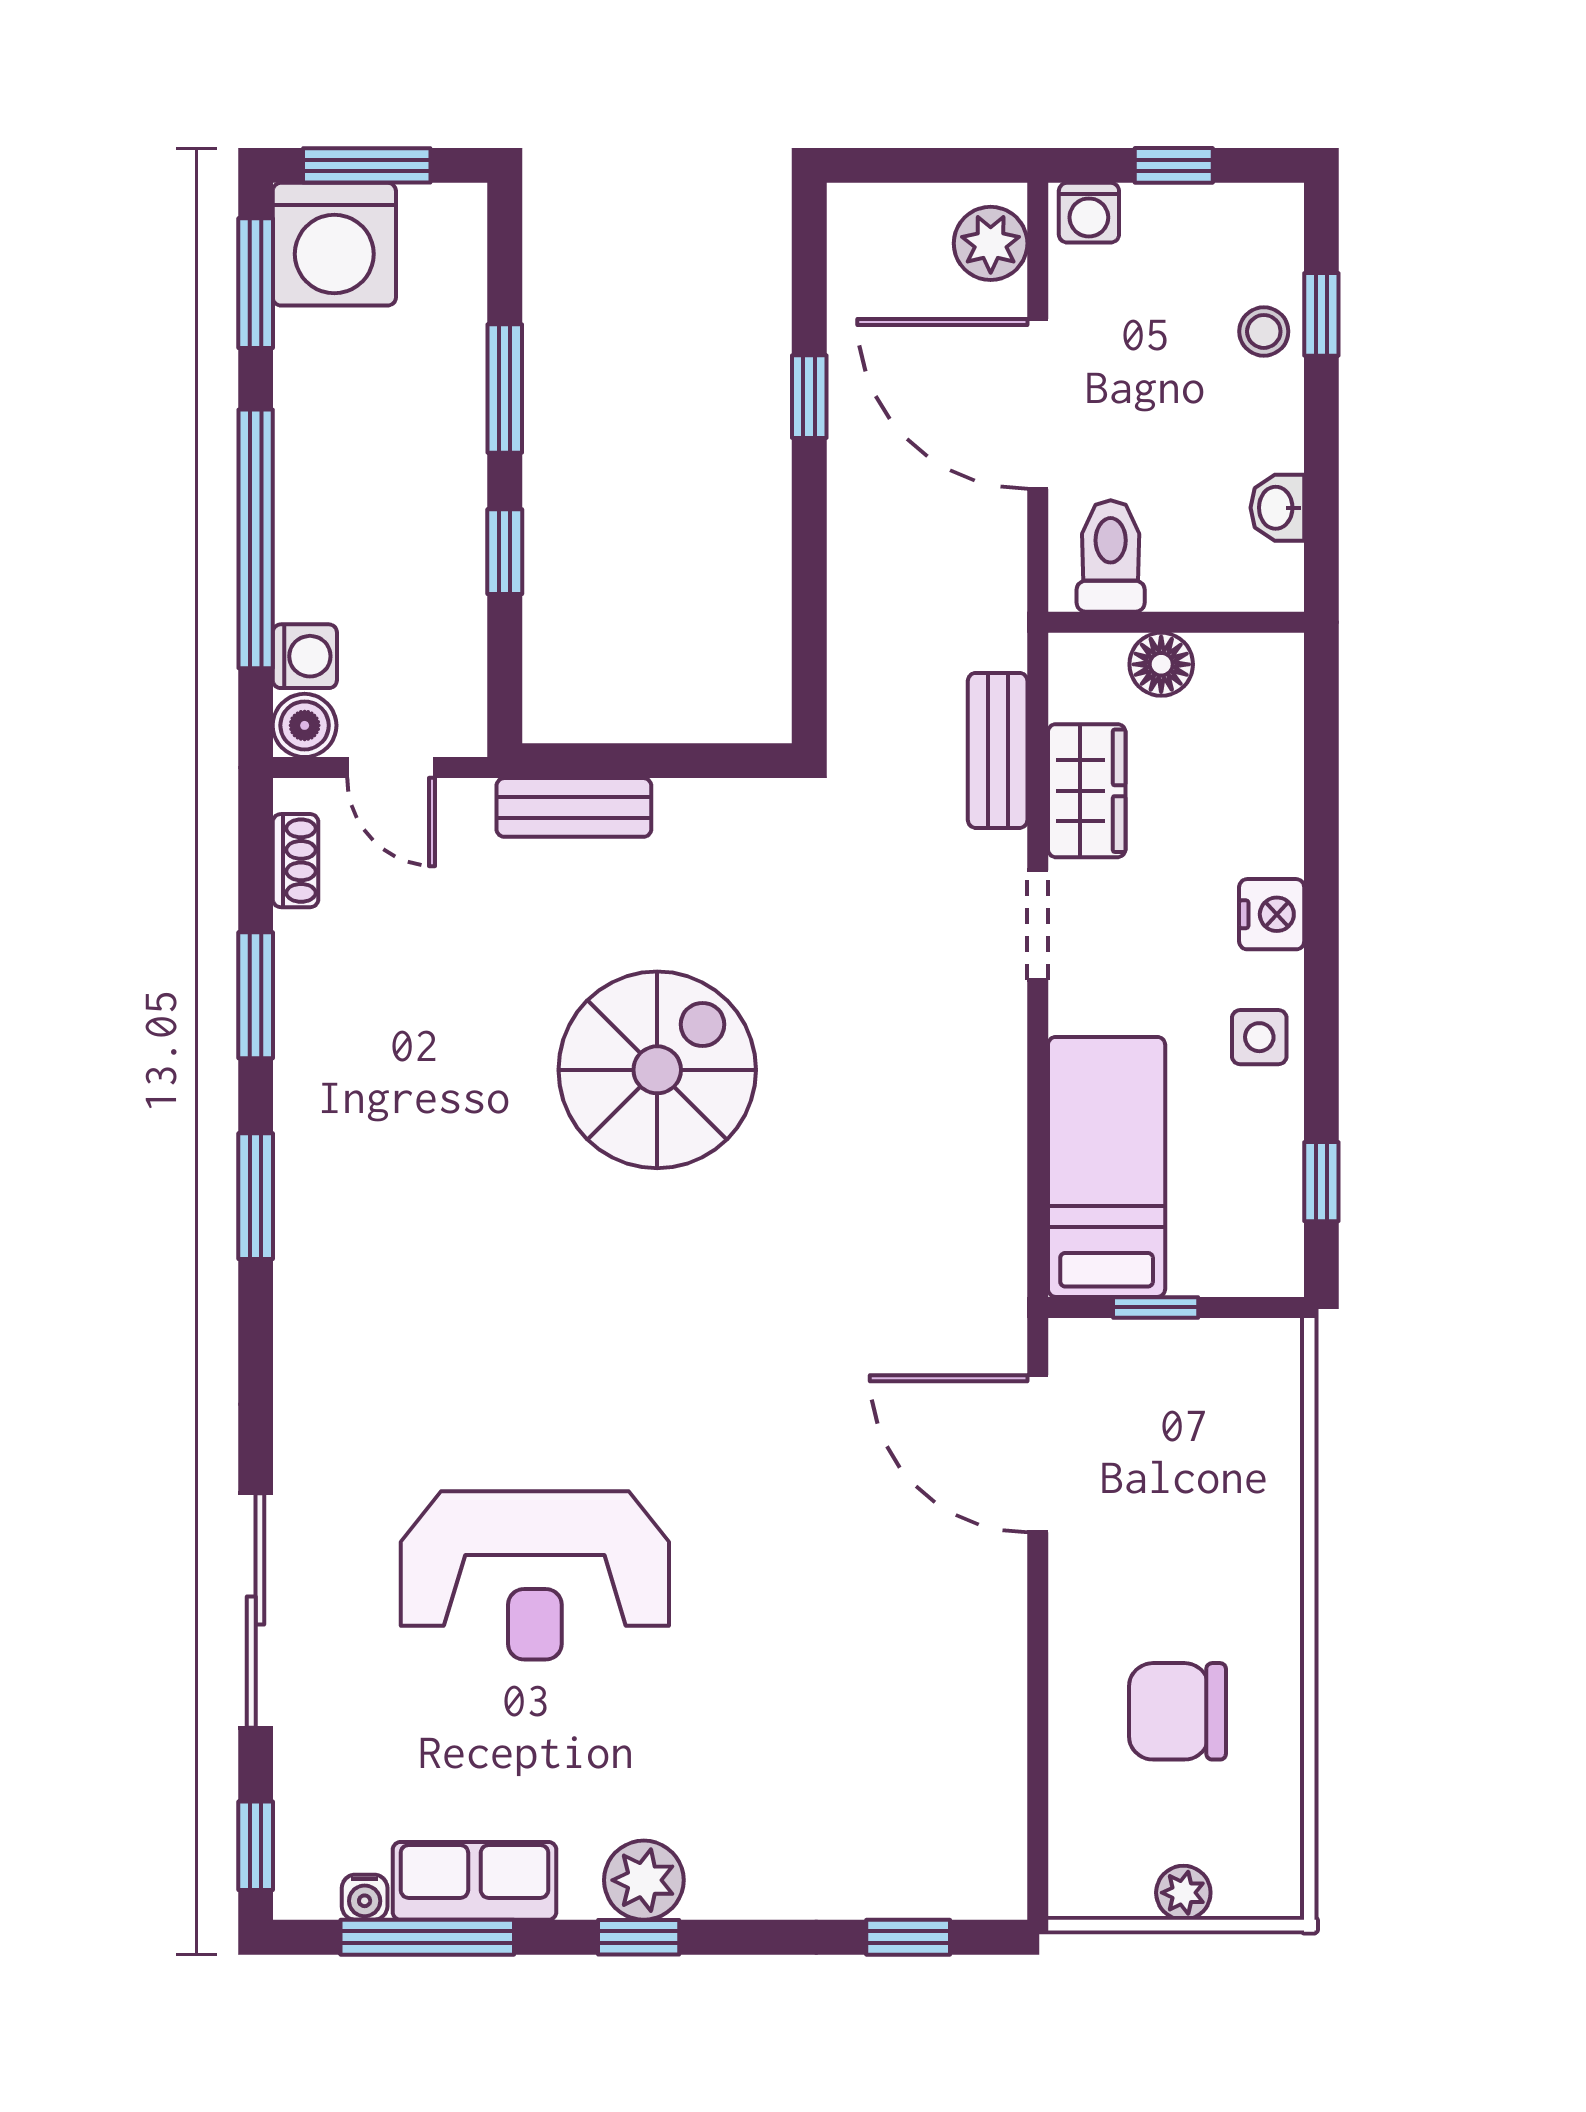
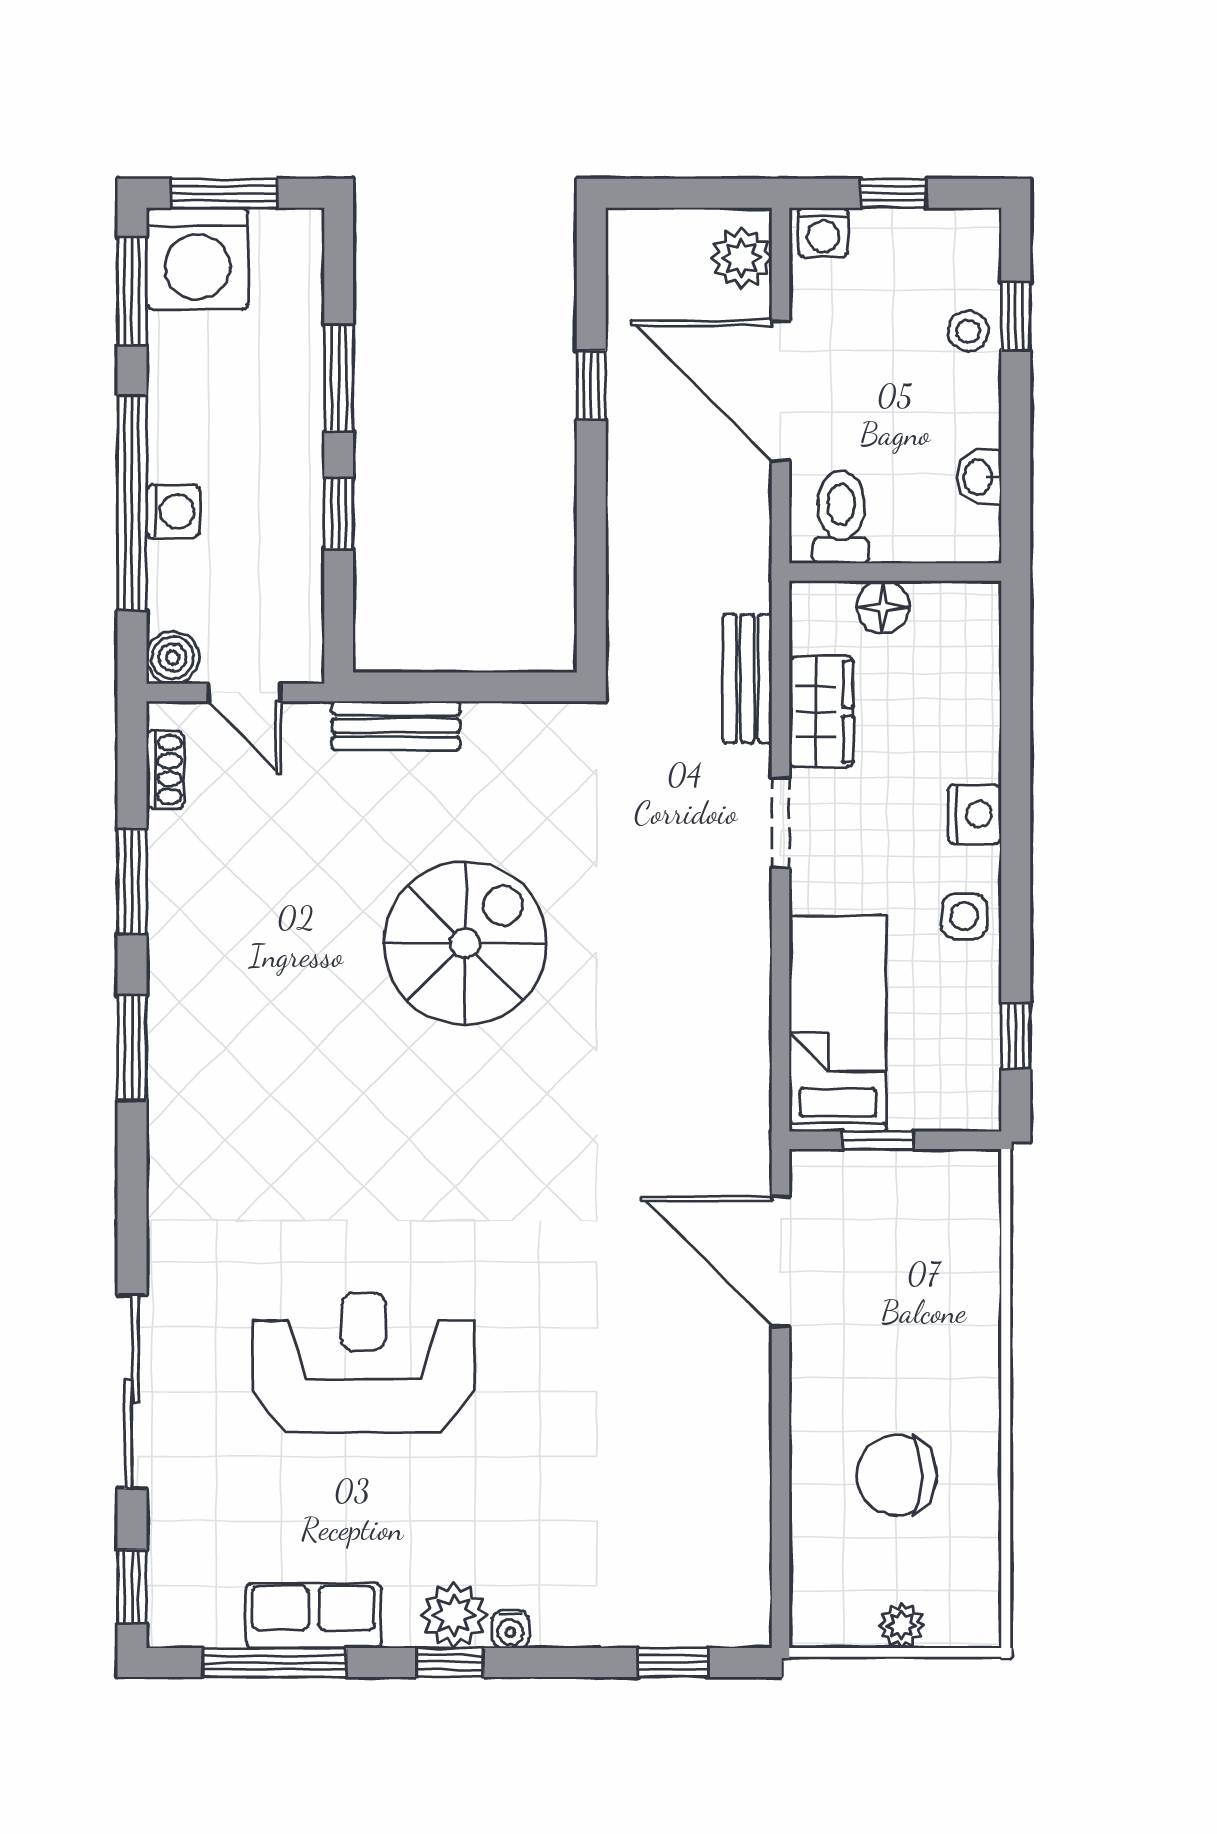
washing machine: (305, 656) -> (173, 511), moved
reception desk: (535, 1575) -> (364, 1362), turned 180
water cooler: (365, 1897) -> (510, 1629), moved

